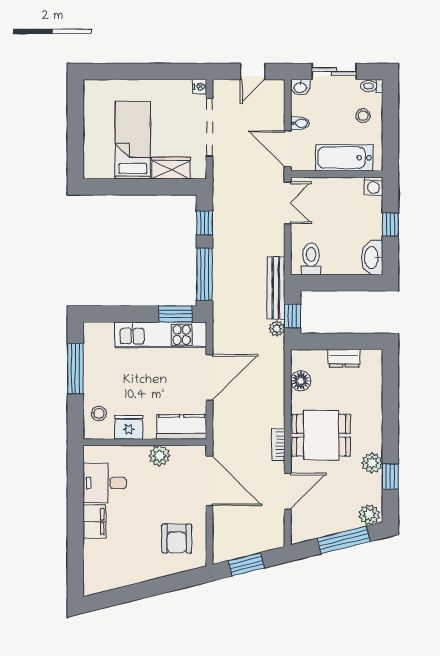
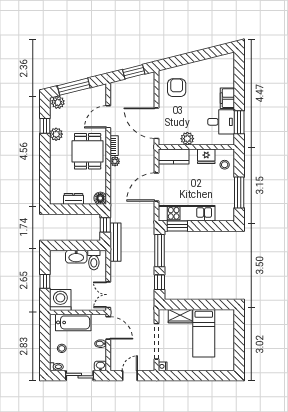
washing machine: (373, 186) -> (60, 300), width x1.89, depth x1.89
washbasin: (372, 258) -> (76, 257), moved, turned 90
plant: (277, 329) -> (115, 161), moved
floor lamp: (301, 381) -> (100, 198), moved
dining table: (321, 435) -> (88, 151), turned 90
window: (75, 482) -> (239, 122), added

